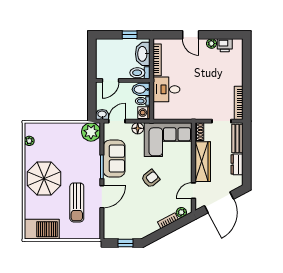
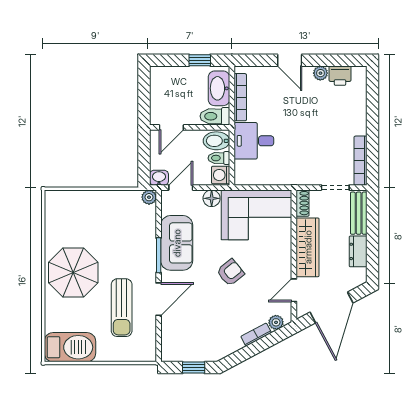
plant: (91, 132) -> (149, 197), width x0.53, depth x0.53
plant: (29, 141) -> (51, 217), removed

